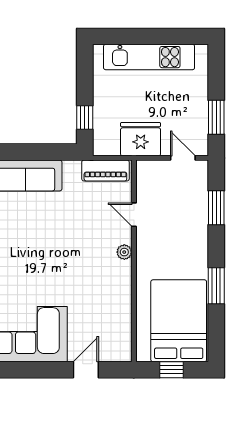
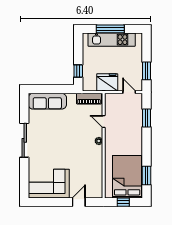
window: (146, 36) -> (110, 29), added
window: (216, 286) -> (147, 175), moved

